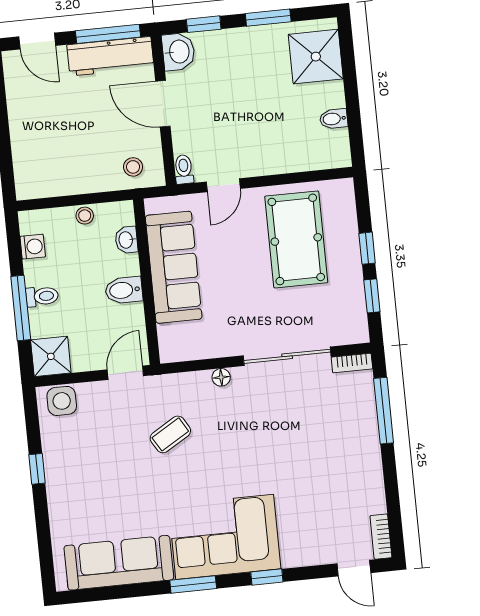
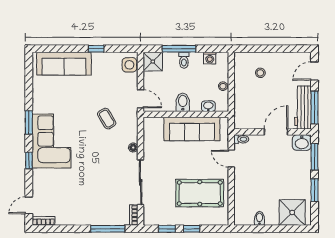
window: (204, 24) -> (314, 157), width x1.50
stool: (133, 167) -> (260, 73), moved
sofa: (119, 563) -> (64, 64), moved, turned 90

